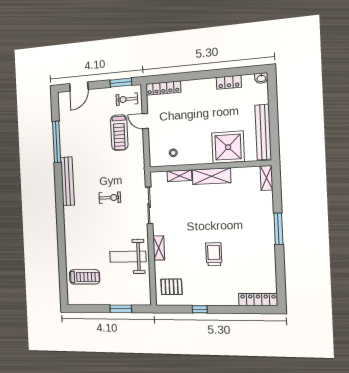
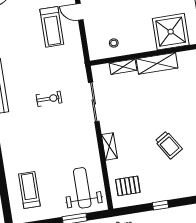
trolley: (214, 254) -> (169, 145), turned 148
weight bench: (128, 257) -> (82, 188), moved, turned 90
treadmill: (85, 277) -> (29, 190), turned -90

